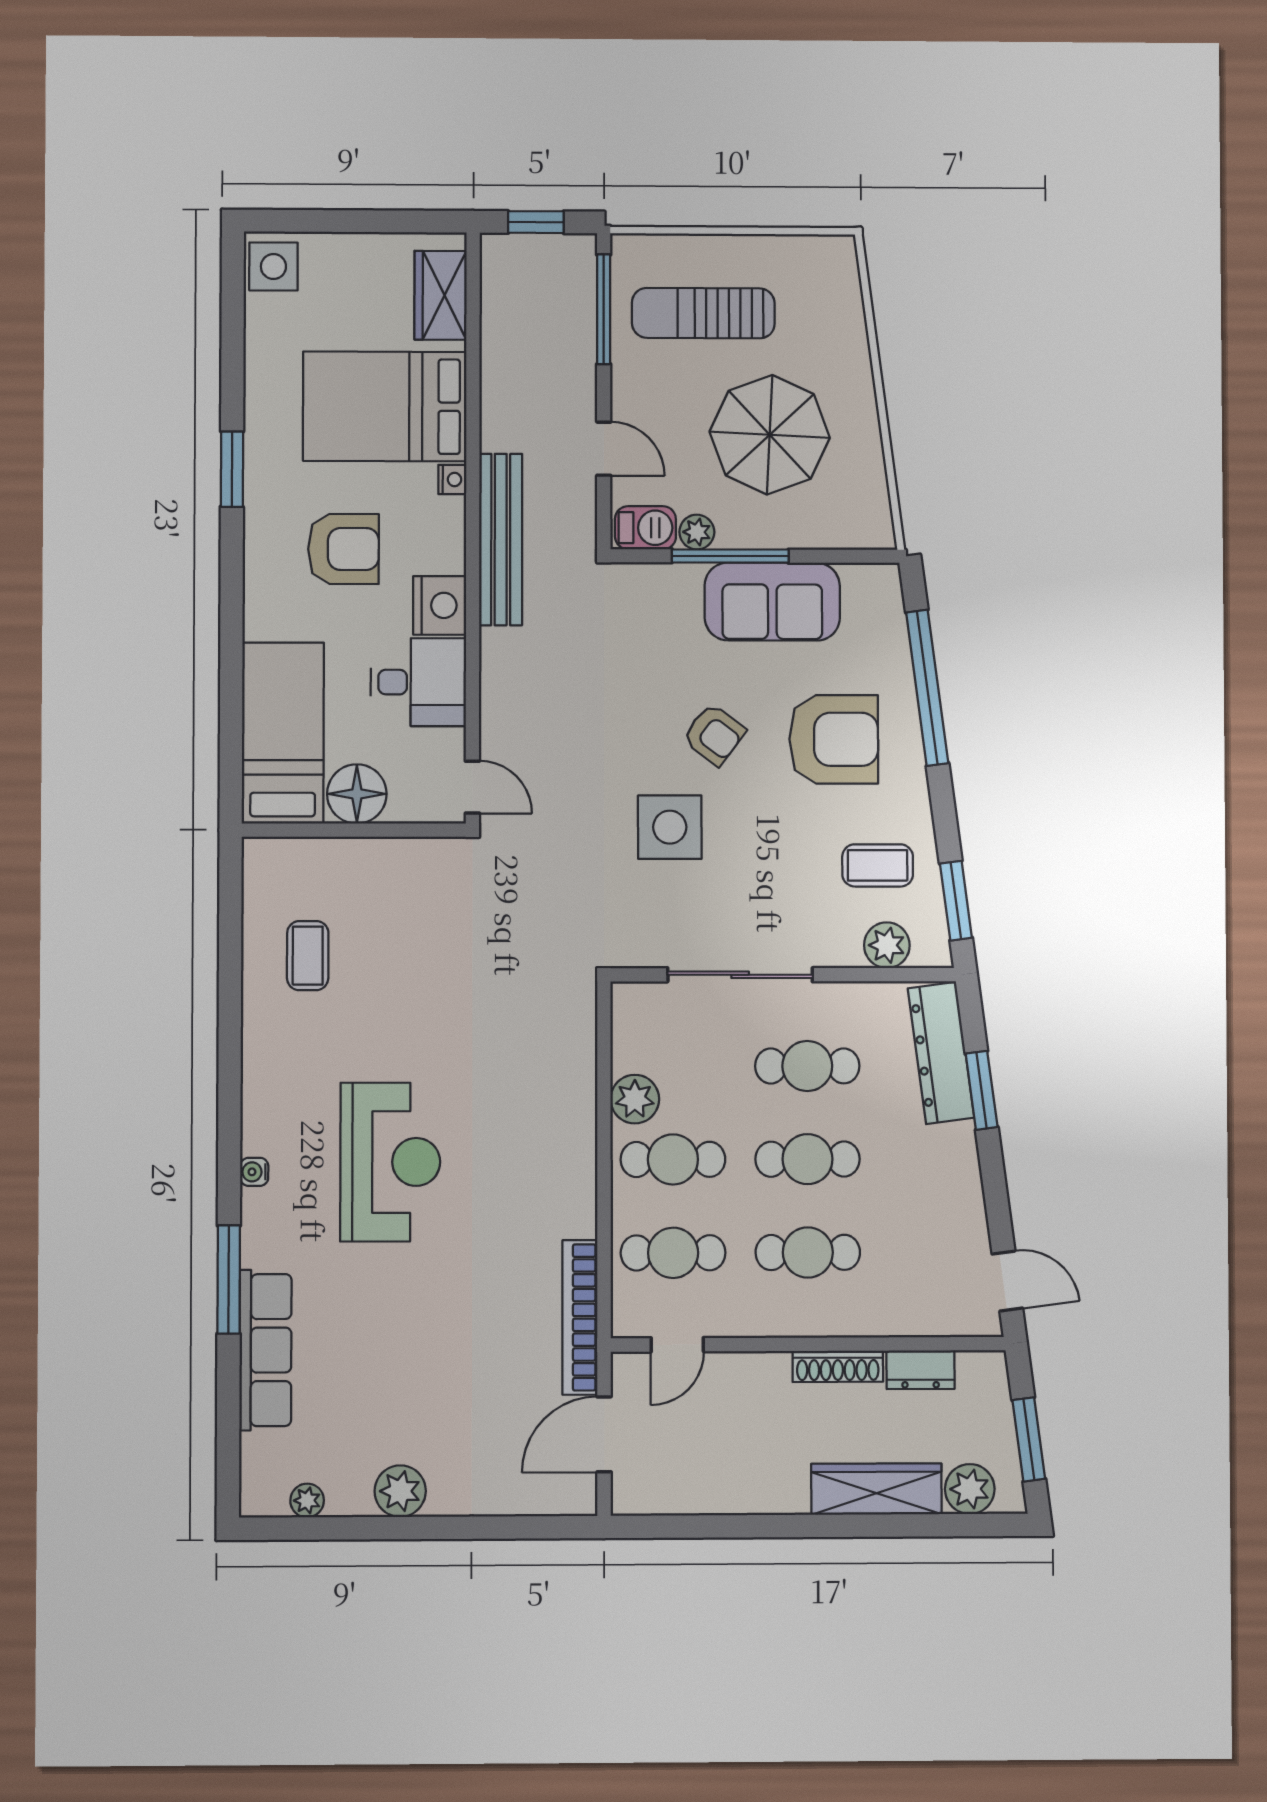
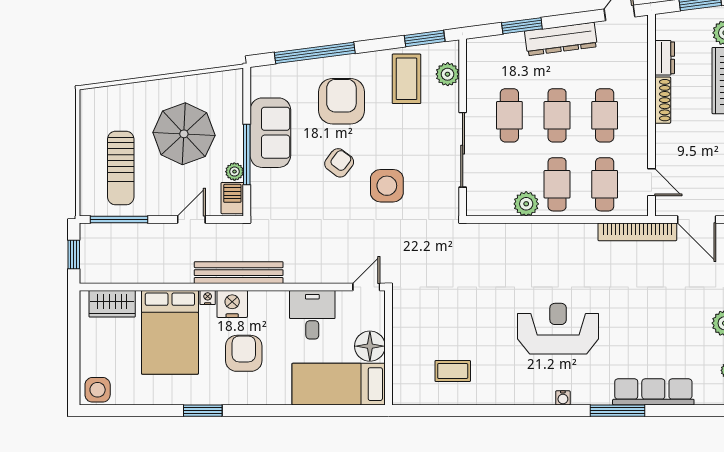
nightstand: (440, 605) -> (232, 304), moved
coffee table: (878, 865) -> (406, 79), width x1.36, depth x1.30
dresser: (941, 1053) -> (561, 39), moved

